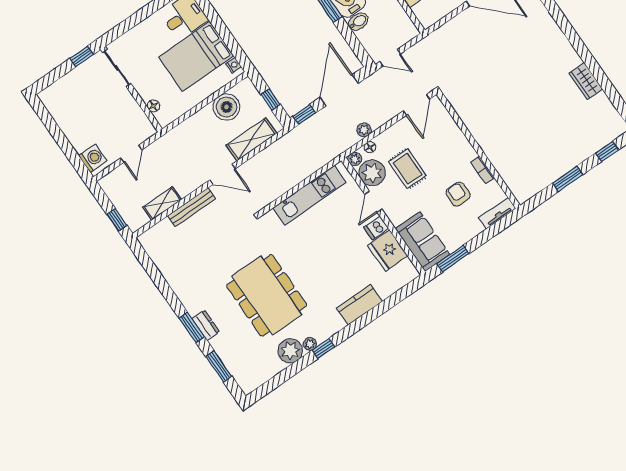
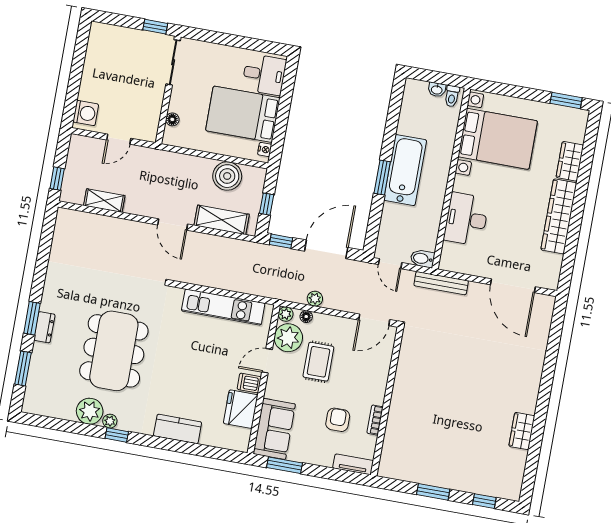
bidet: (358, 22) -> (422, 259), moved, turned 180
bench: (192, 207) -> (441, 283), moved

